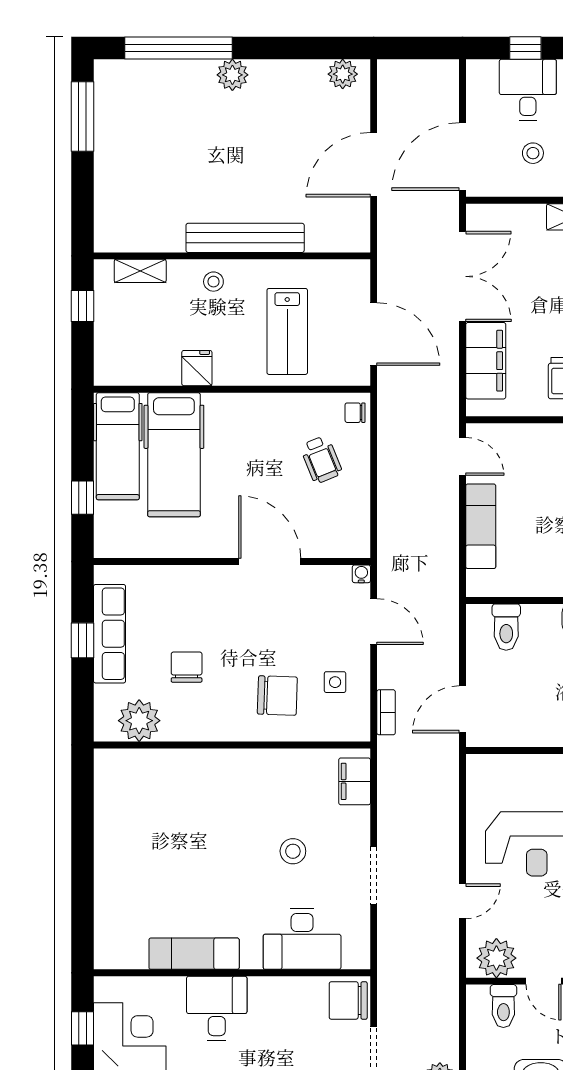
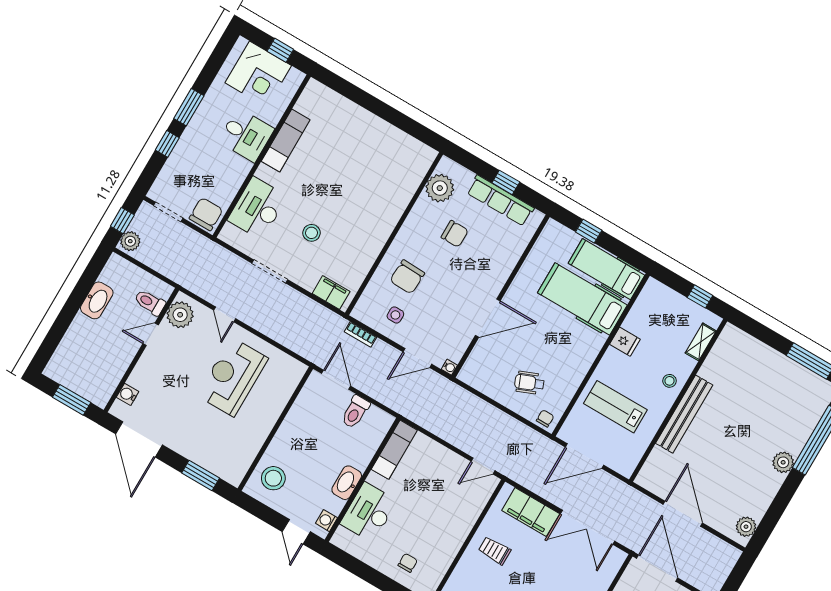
exam couch: (481, 526) -> (394, 450), moved, turned -90
toilet: (506, 627) -> (355, 412), moved, turned -90

